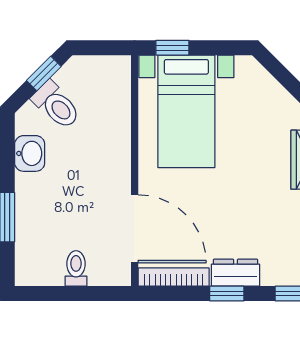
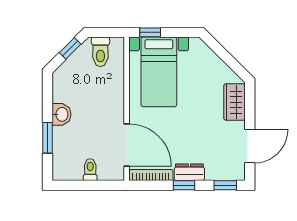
toilet: (56, 105) -> (100, 52), moved, turned 45
washbasin: (30, 153) -> (61, 114), moved

